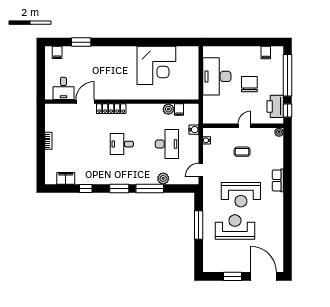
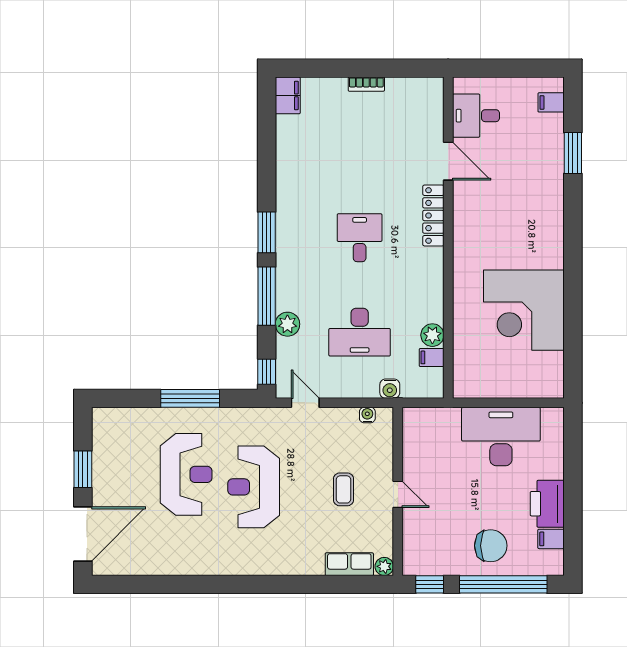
chair: (249, 84) -> (491, 546), moved
printer: (275, 106) -> (547, 504), moved, turned -90
filing cabinet: (66, 178) -> (288, 95), moved
row of seats: (278, 180) -> (349, 564), moved
window: (86, 188) -> (267, 372), moved

